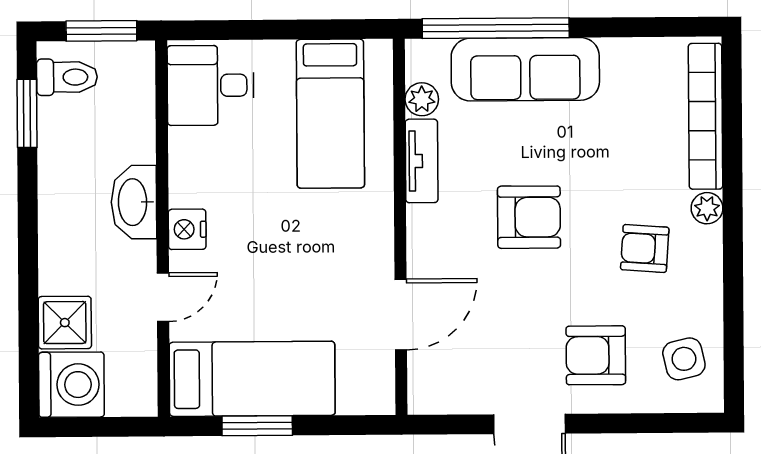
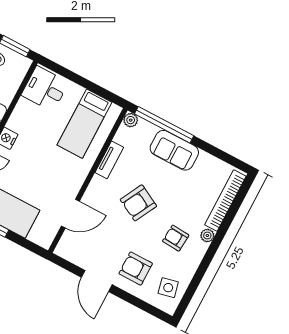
sofa: (525, 69) -> (174, 150), width x0.73
plant: (422, 99) -> (131, 120), moved
armchair: (529, 217) -> (138, 203), turned 118

